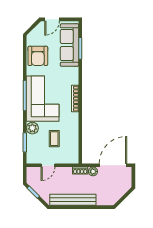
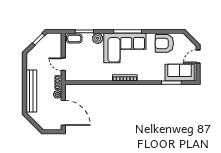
door: (52, 19) -> (198, 57), hinge flipped
sofa: (69, 45) -> (180, 73), width x0.73
coffee table: (54, 139) -> (74, 38), moved
door: (48, 165) -> (63, 64), moved
bench: (73, 200) -> (31, 91), moved

